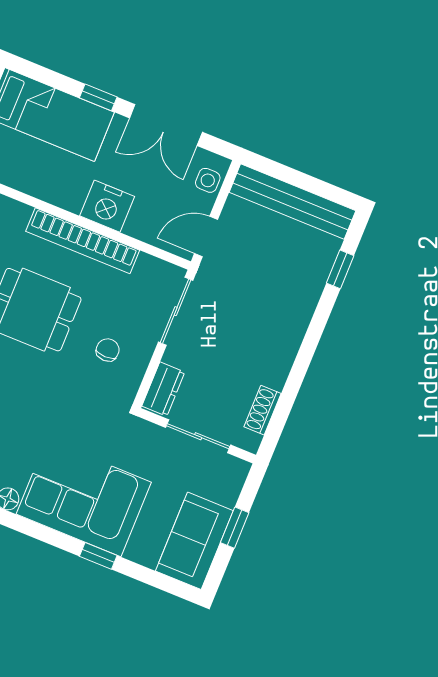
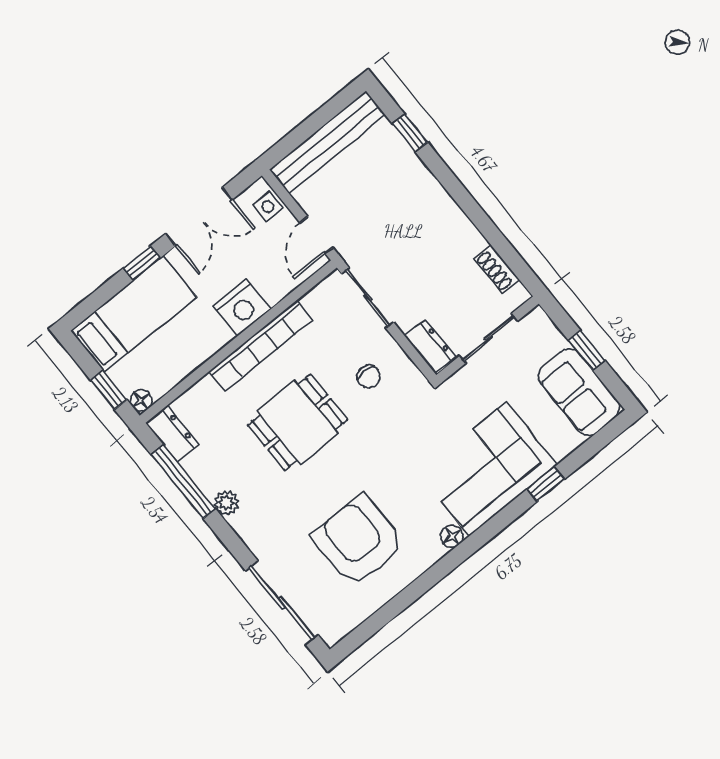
chair: (108, 350) -> (369, 376), turned 180

